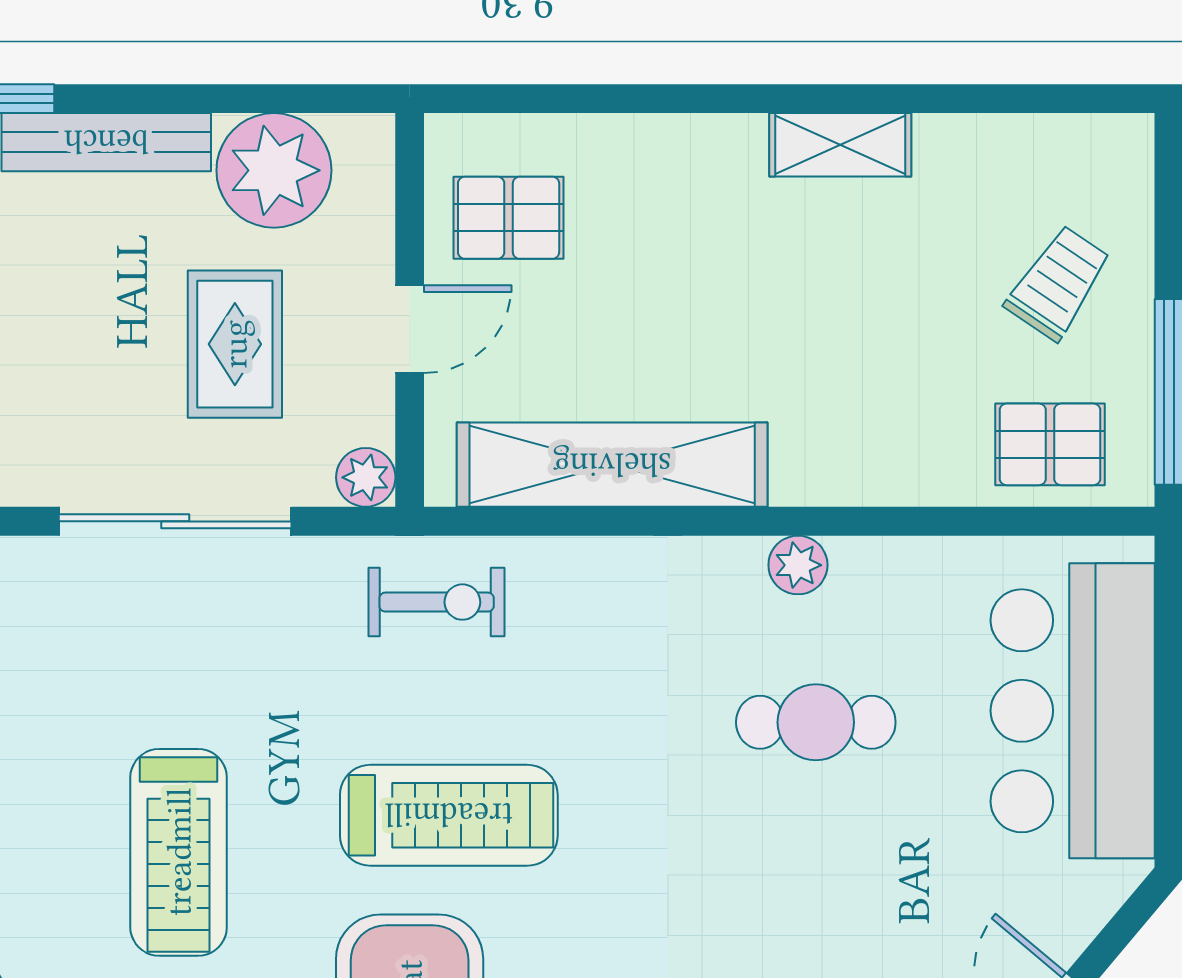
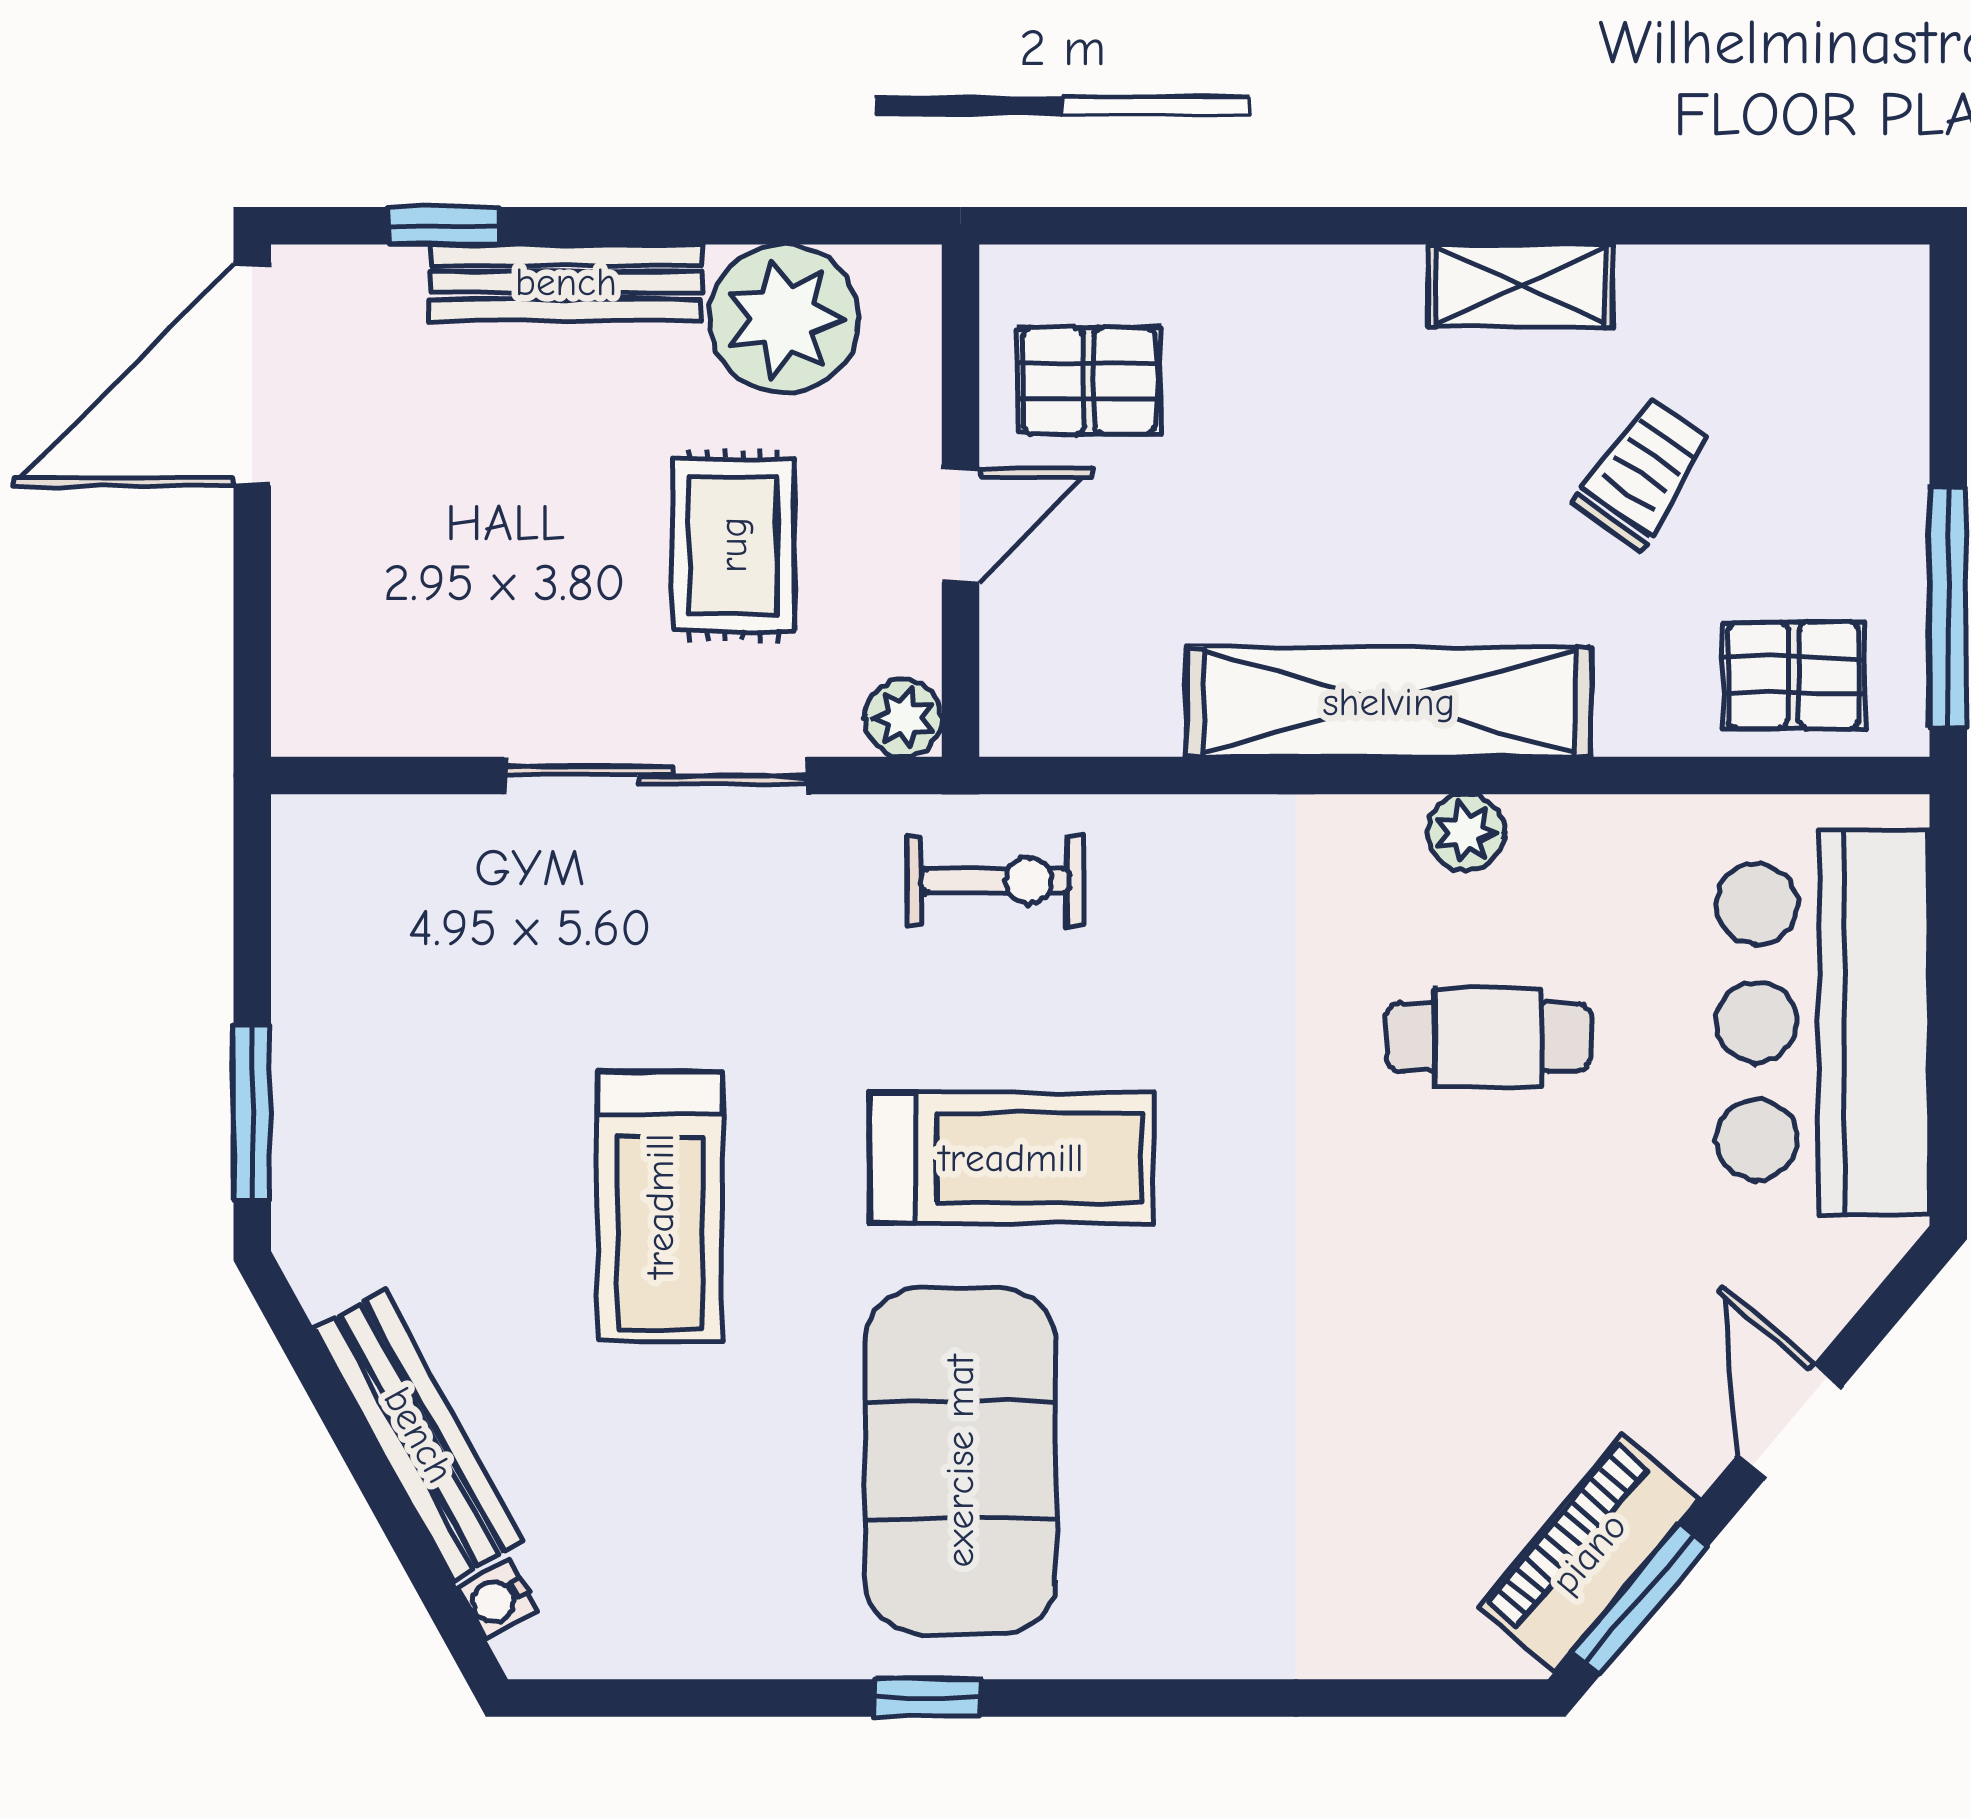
trolley: (1058, 283) -> (1642, 473), moved
shelving: (612, 465) -> (1389, 702), moved

